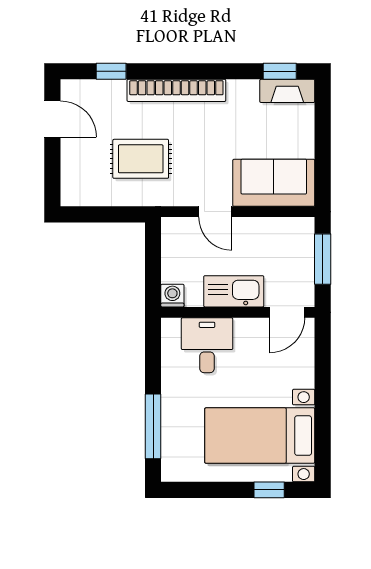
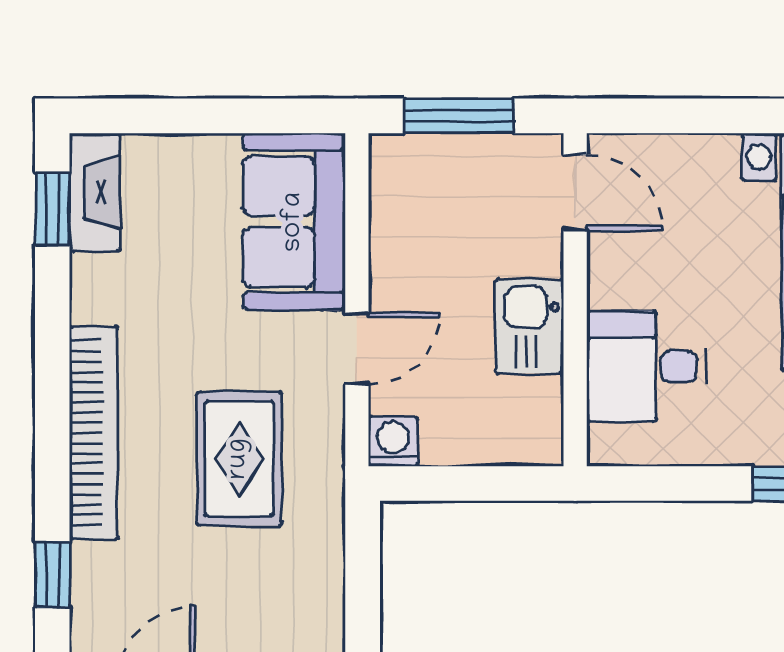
rug: (141, 159) -> (239, 459), moved
kitchen sink: (234, 291) -> (530, 326), width x0.73
washing machine: (172, 296) -> (393, 441), moved, turned 90

